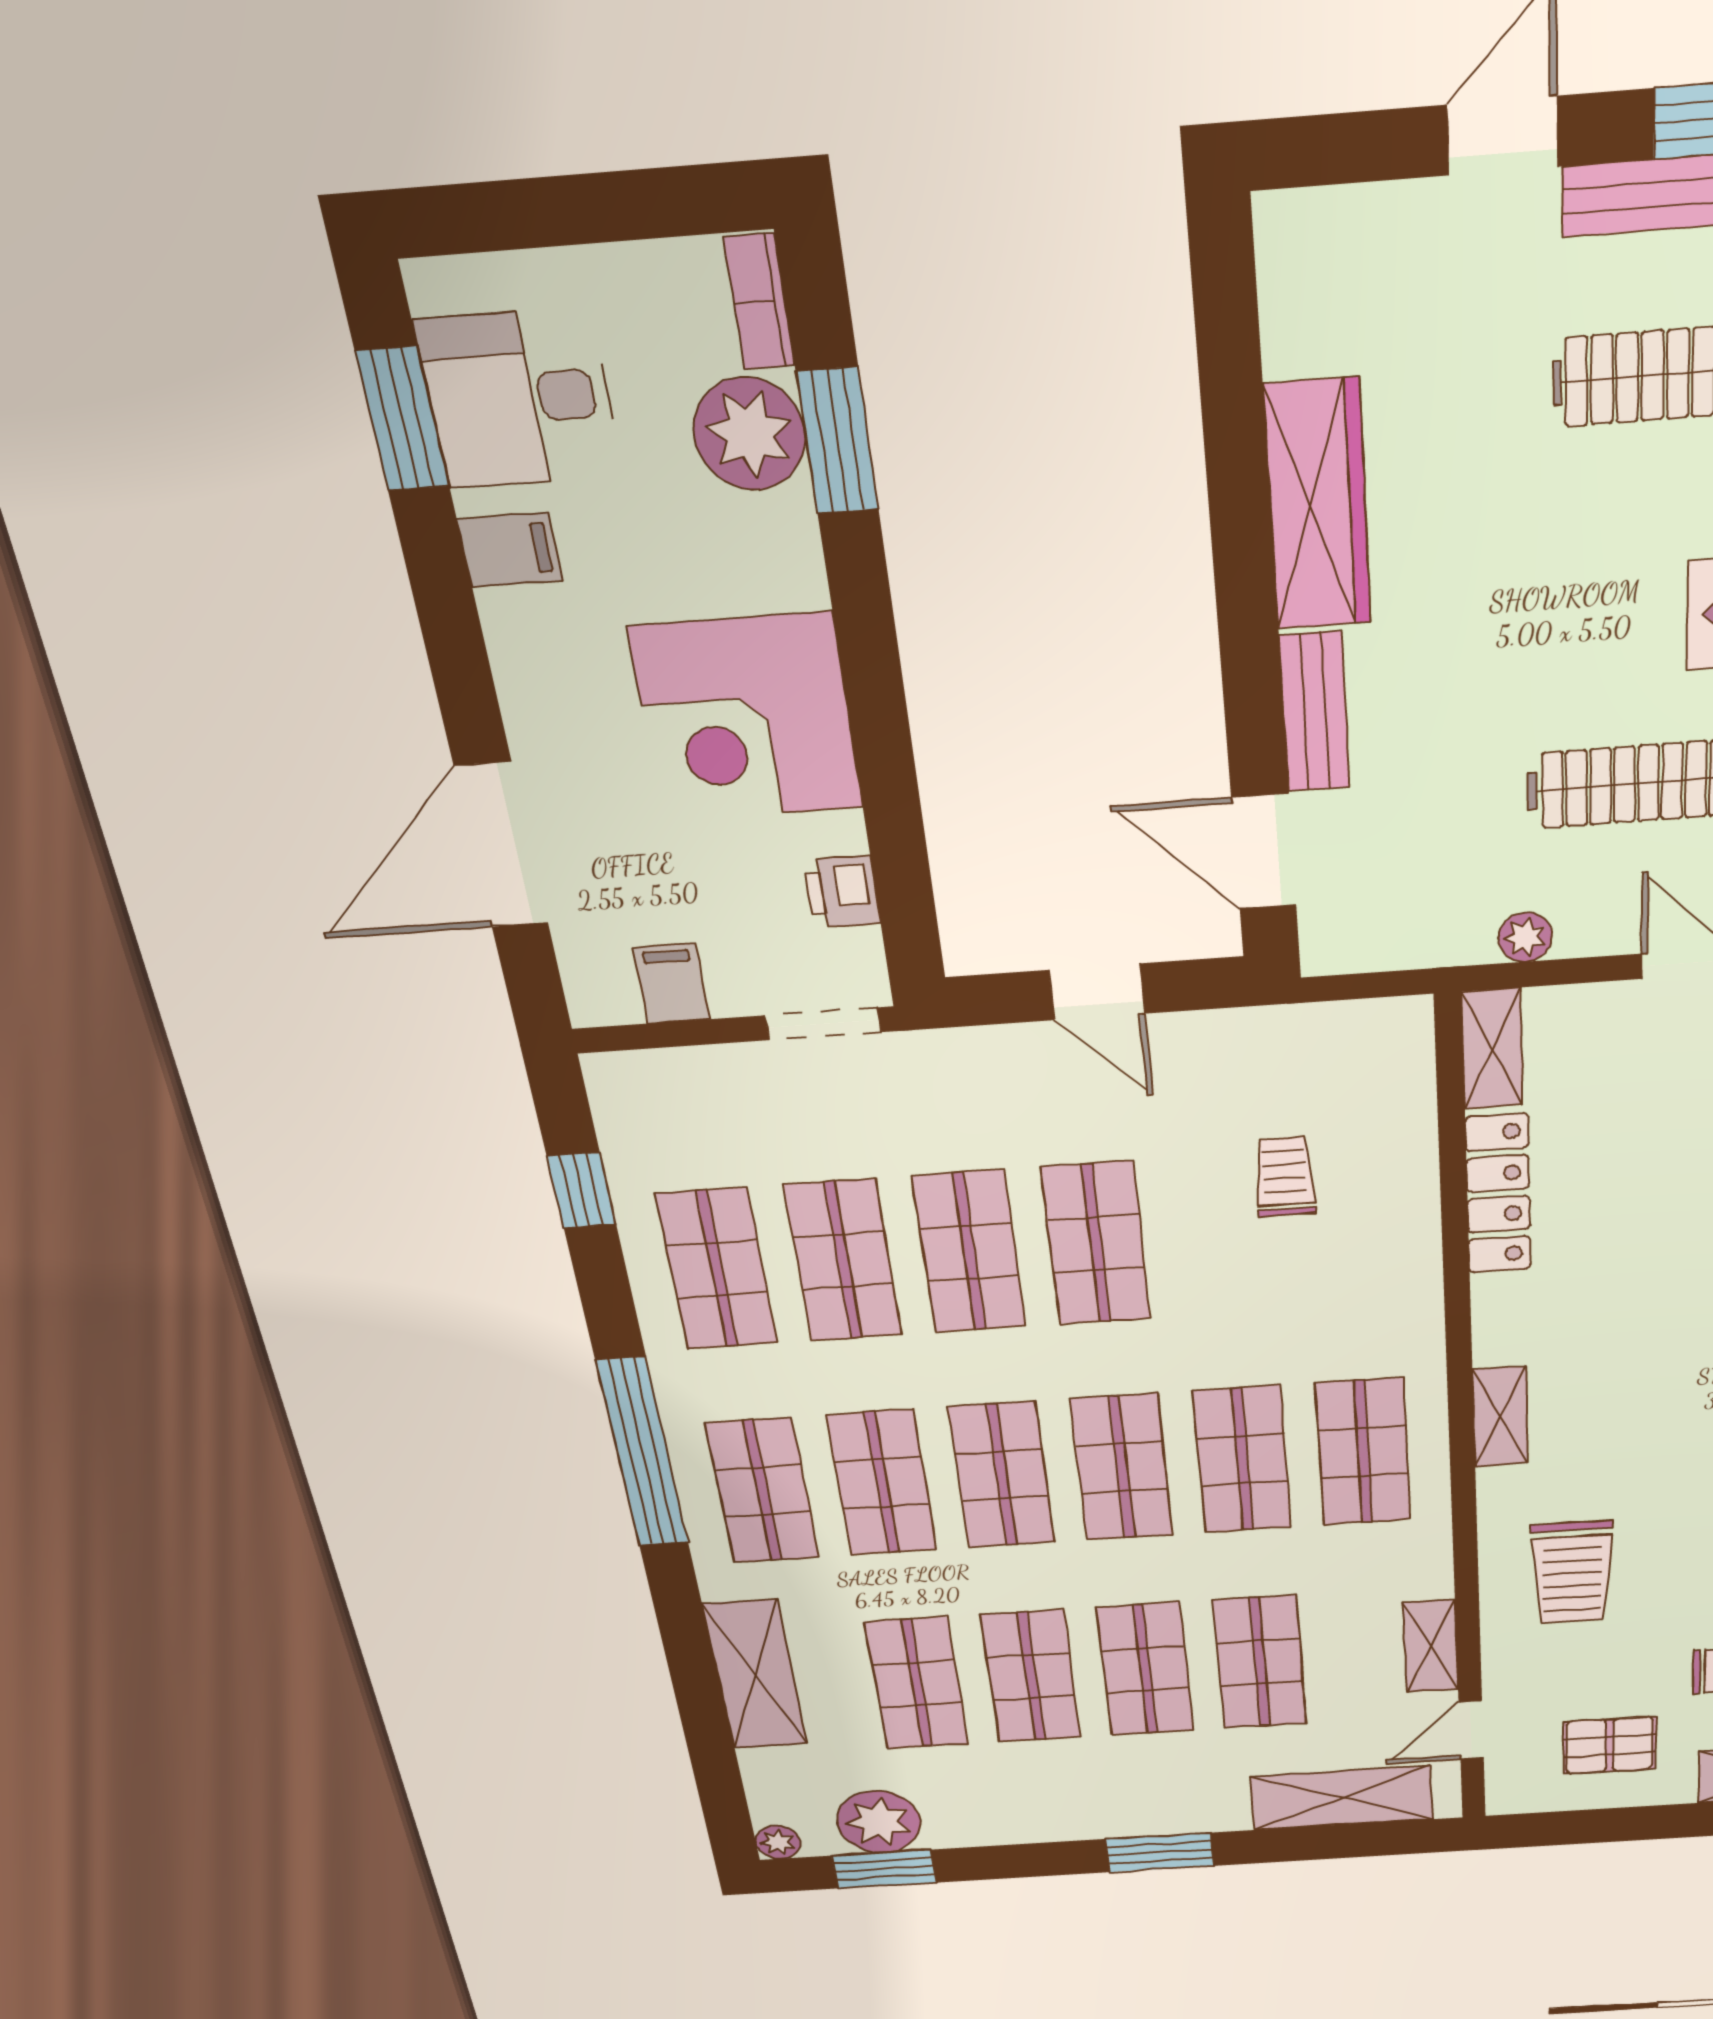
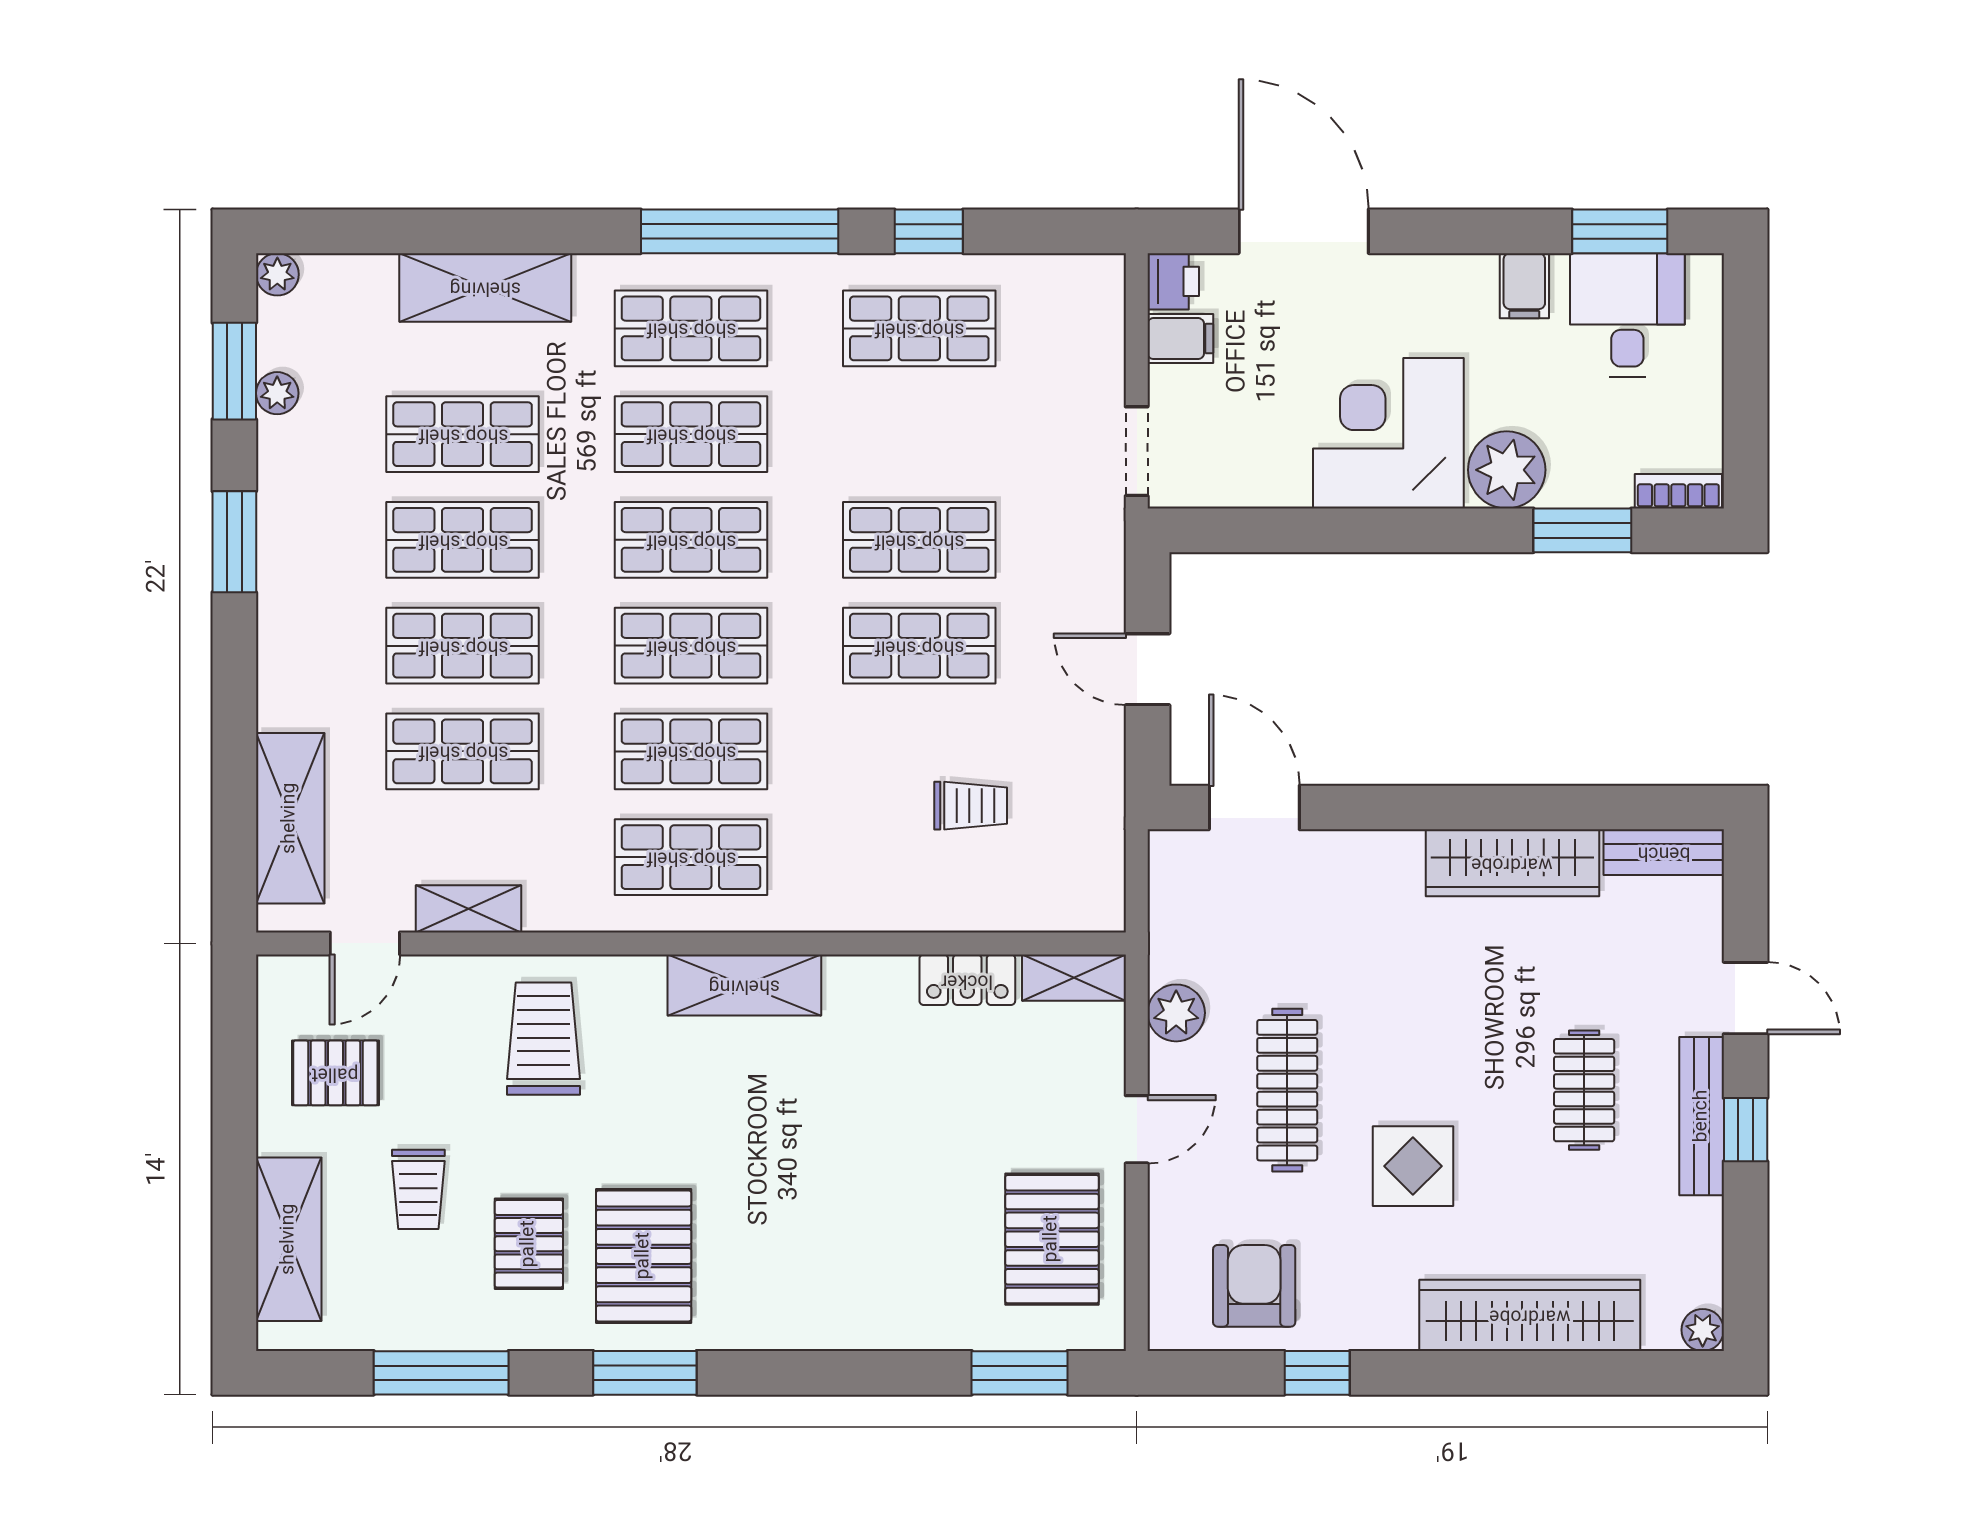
plant: (750, 434) -> (1507, 470), moved
bench: (1315, 712) -> (1664, 852), moved
door: (1264, 852) -> (1254, 808), hinge flipped
printer: (842, 892) -> (1173, 281), moved, turned 90
plant: (1525, 937) -> (1176, 1013), width x1.38, depth x1.38
door: (1097, 992) -> (1148, 669), hinge flipped
window: (582, 1190) -> (929, 231), moved
locker: (1498, 1194) -> (967, 980), width x0.66
shop shelf: (843, 1261) -> (919, 434), removed
shelving: (1500, 1417) -> (744, 985), width x1.50, depth x1.33
trolley: (1572, 1573) -> (544, 1039), turned 90
door: (1471, 1730) -> (365, 943), swing flipped
pallet: (1610, 1745) -> (335, 1073), turned 90
plant: (879, 1822) -> (277, 393), width x0.53, depth x0.53
window: (1160, 1852) -> (234, 542), moved

